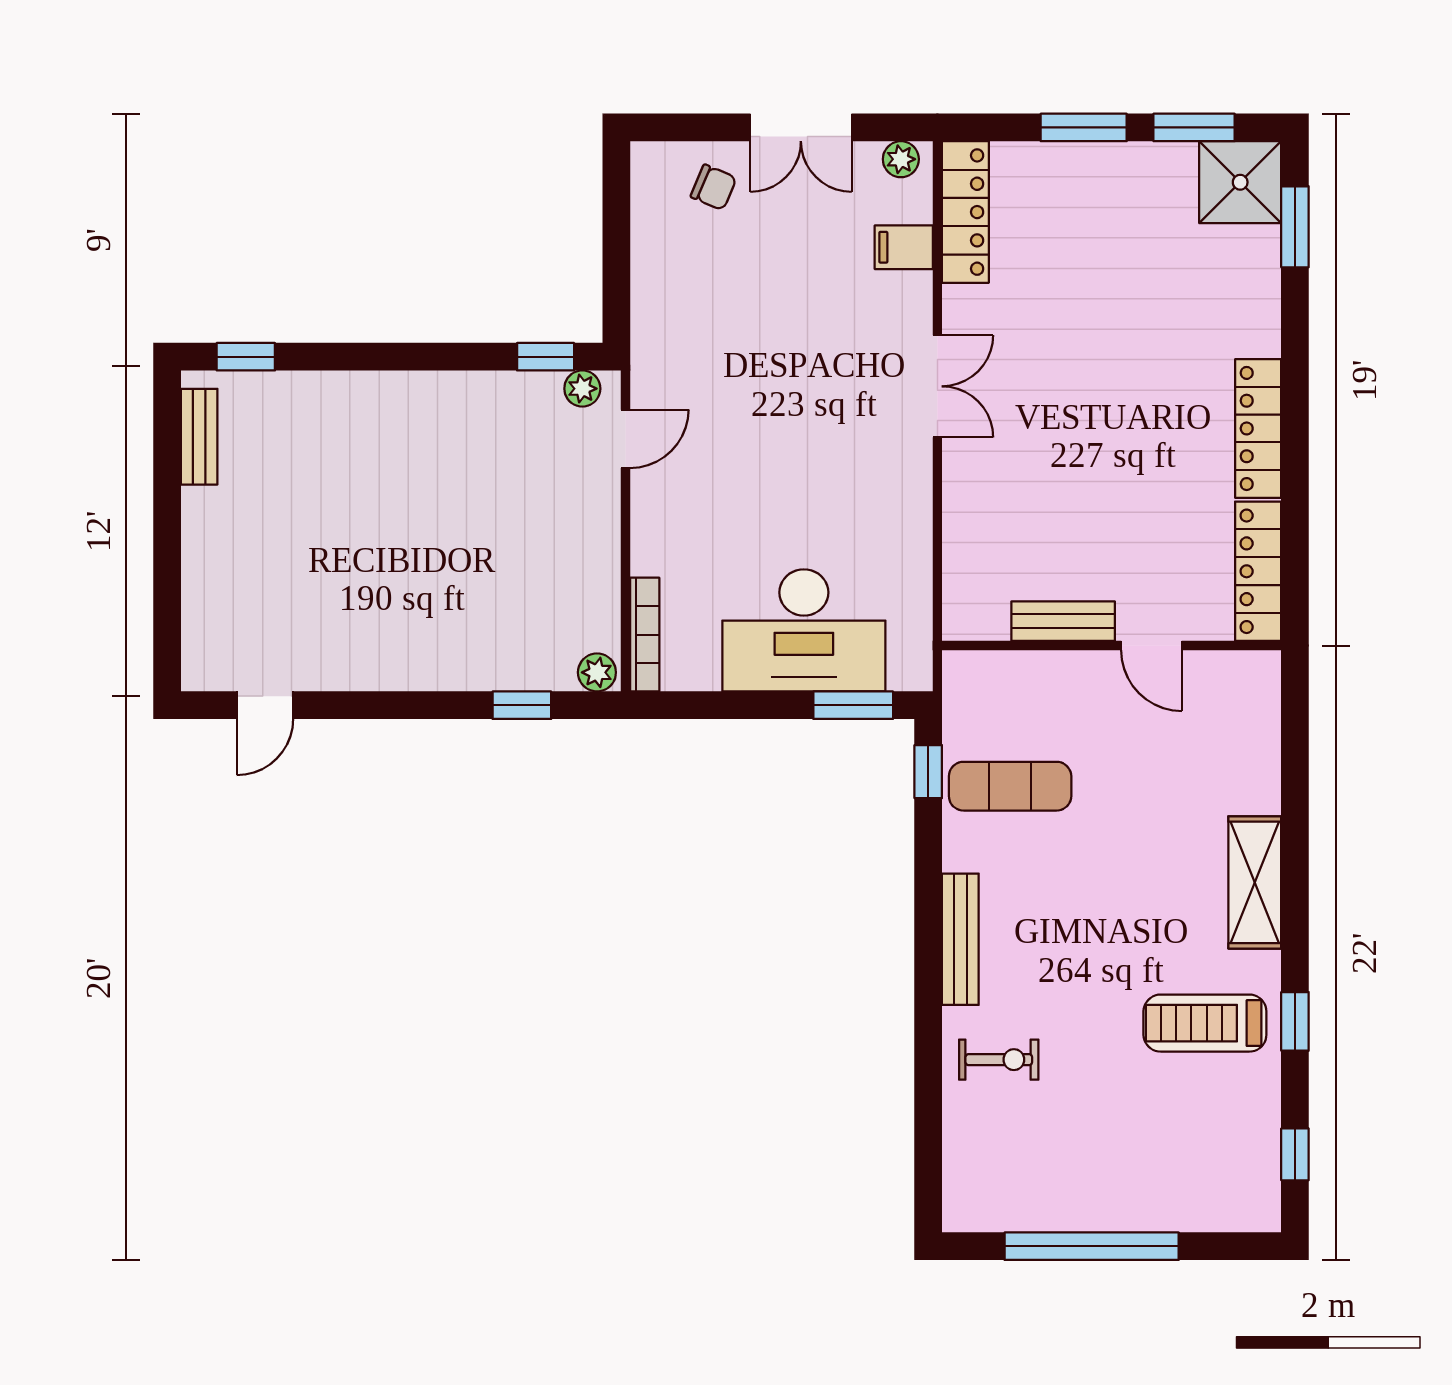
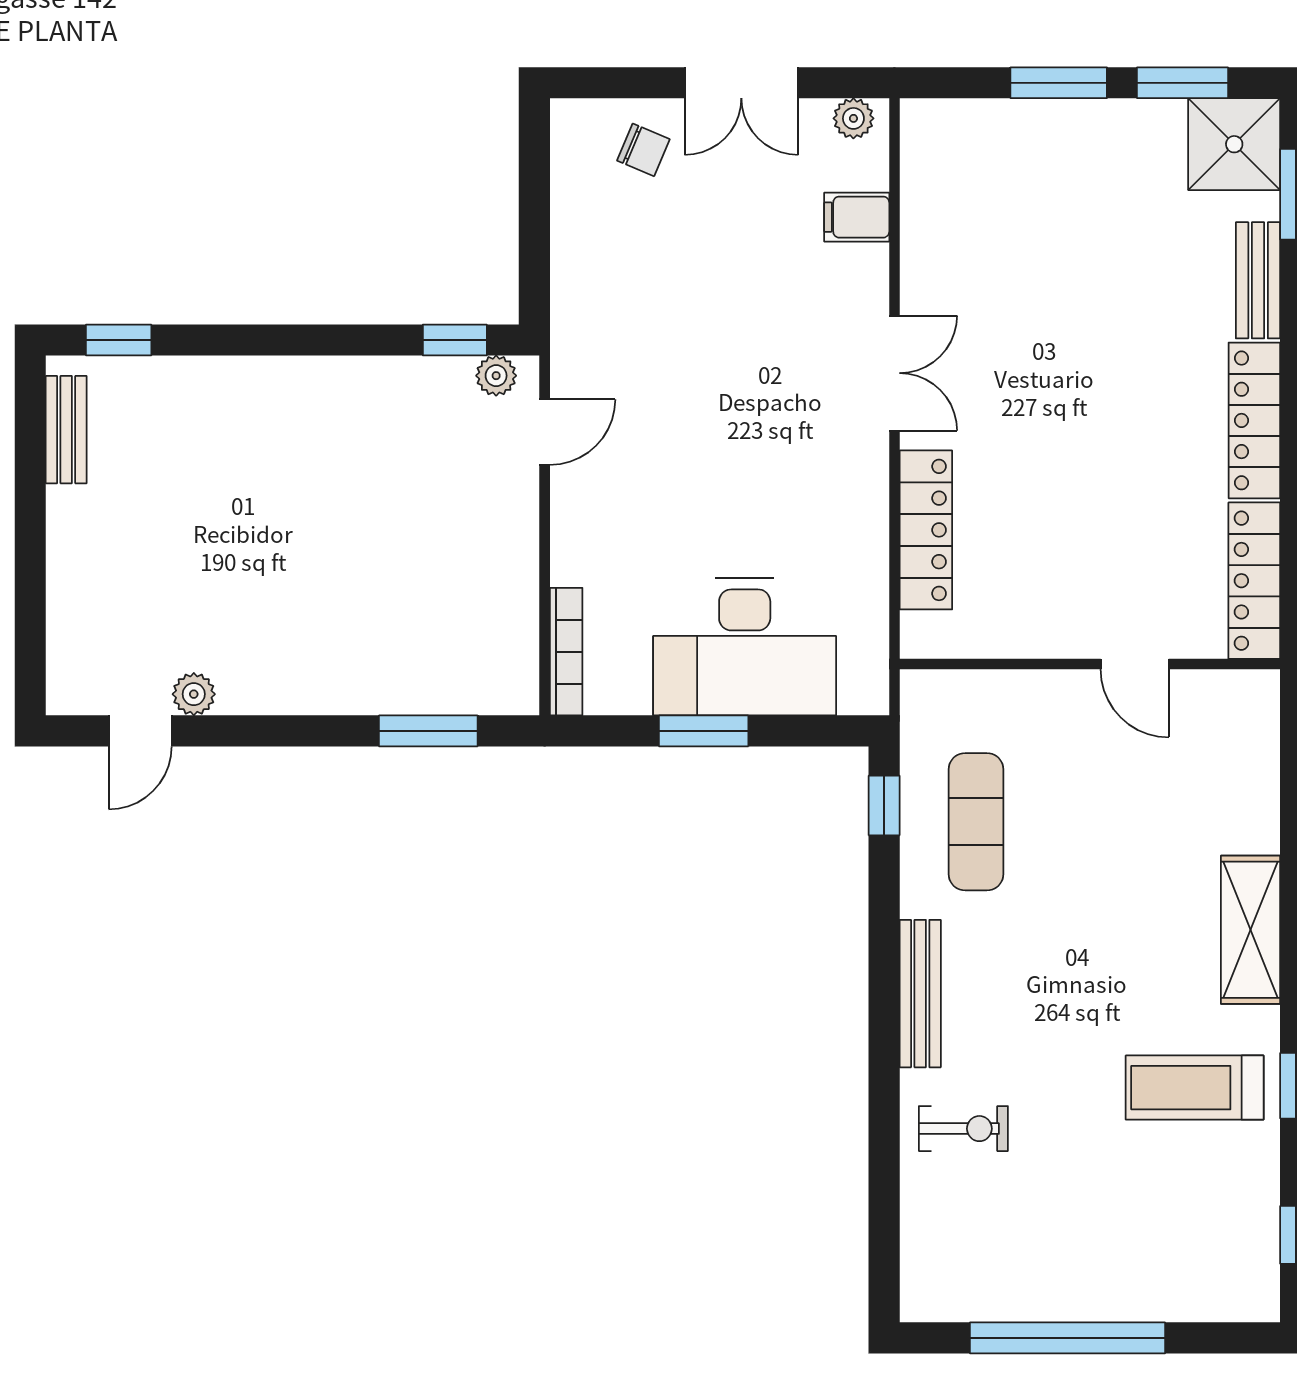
locker: (965, 212) -> (926, 530), moved
bench: (1063, 621) -> (1258, 280), moved, turned 90
plant: (597, 672) -> (194, 694), moved
window: (522, 705) -> (428, 731), width x1.50
window: (853, 705) -> (704, 731), moved
exercise mat: (1010, 786) -> (976, 822), turned 90

